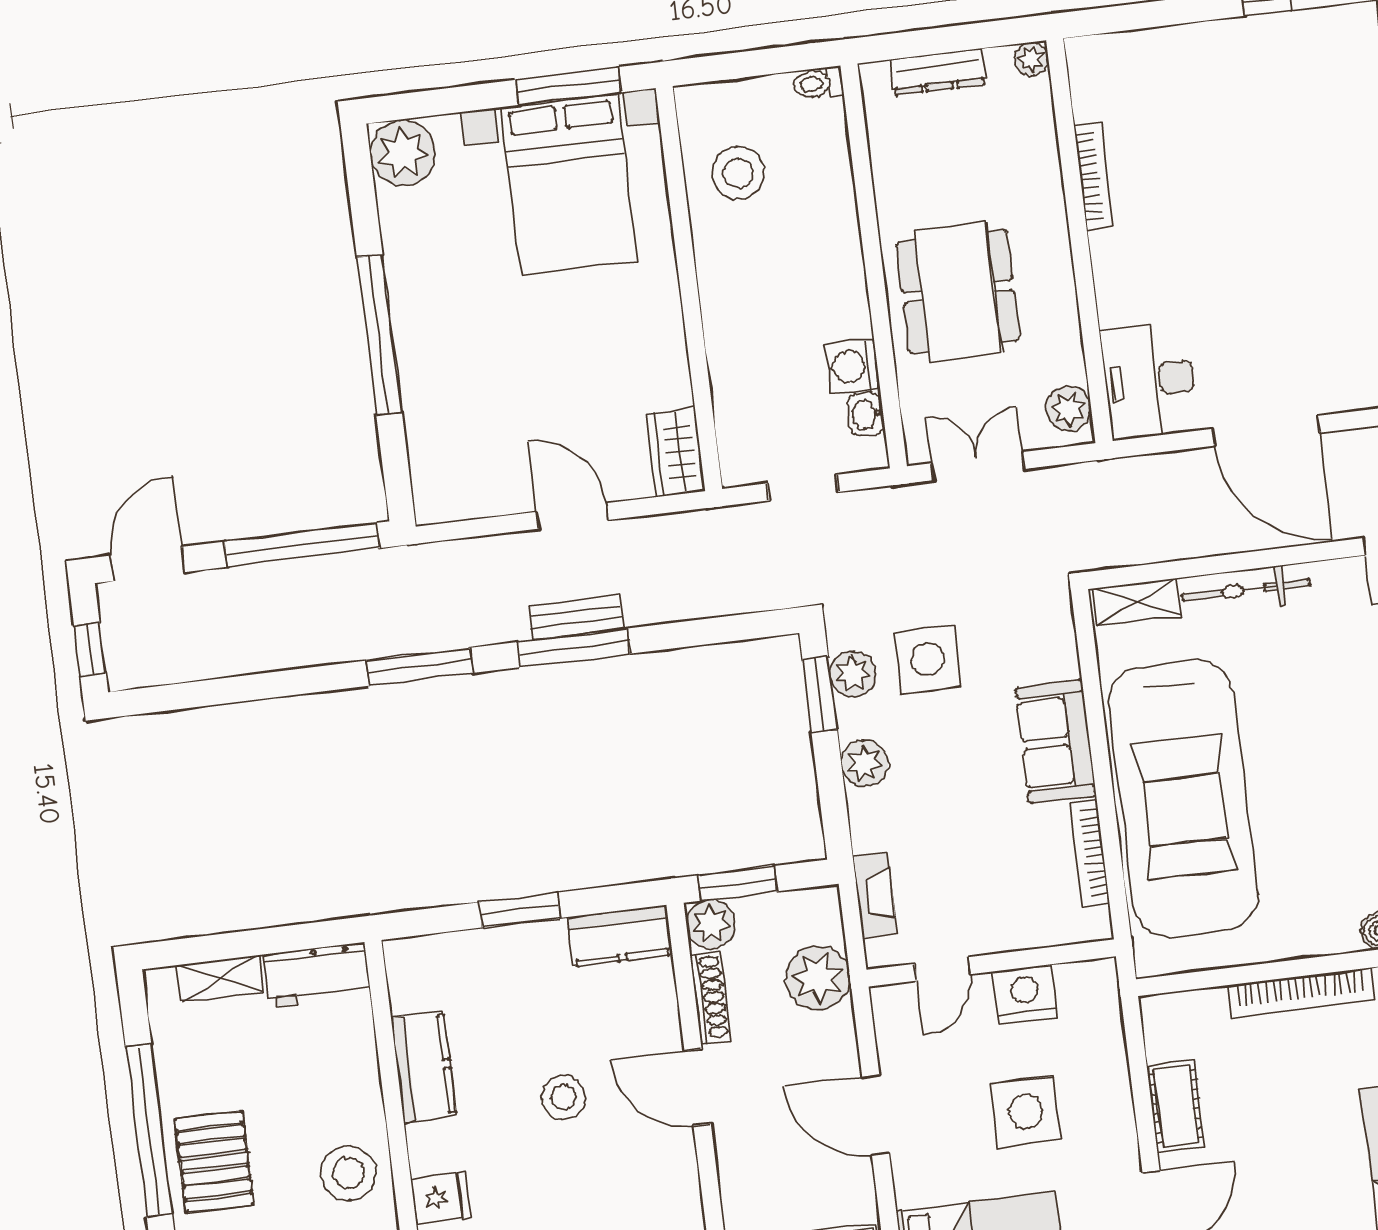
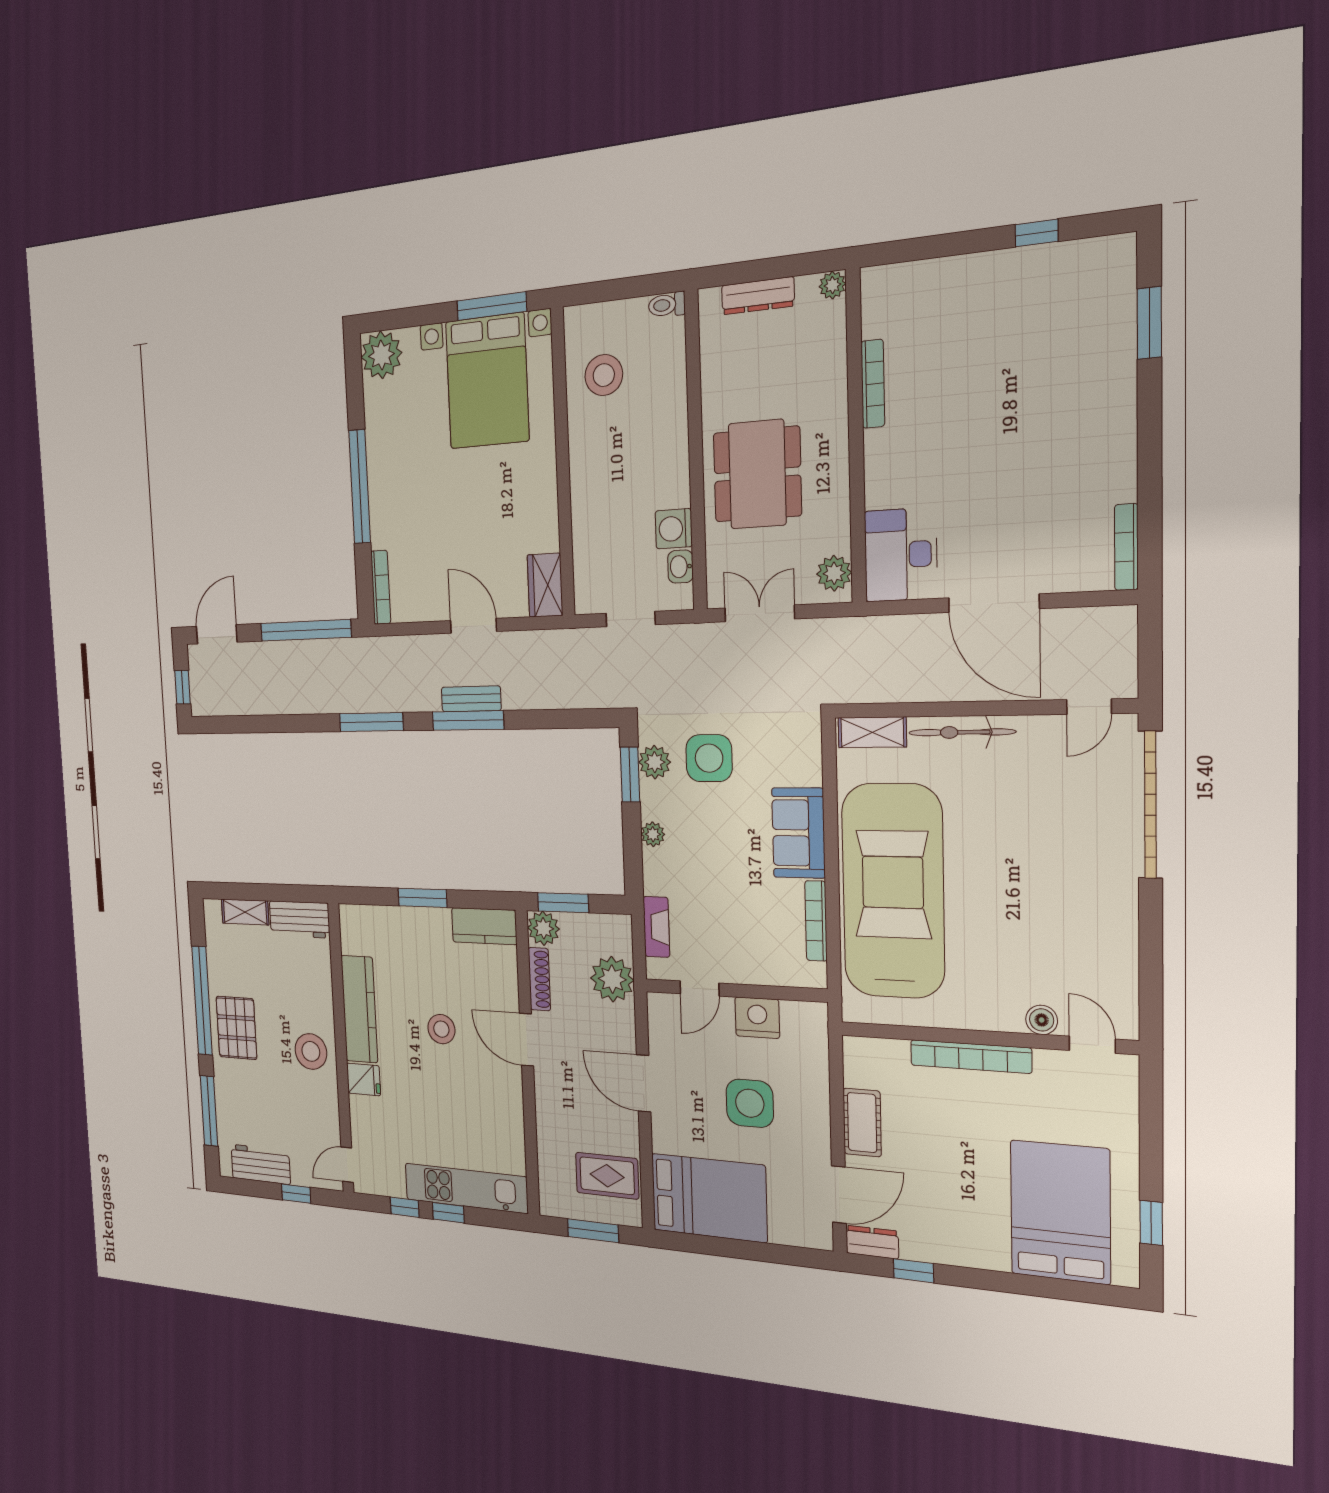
bookcase: (423, 474) -> (381, 587), added
plant: (865, 763) -> (653, 834), width x0.73, depth x0.73
car: (1183, 799) -> (893, 891), turned 180
kitchen counter: (423, 1067) -> (359, 1009), width x1.50

